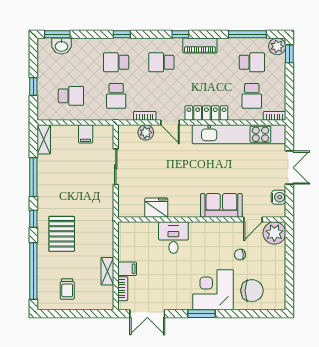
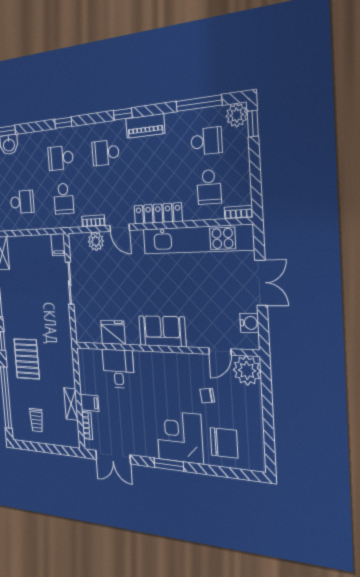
filing cabinet: (86, 134) -> (58, 245), moved
sofa: (221, 205) -> (162, 331), moved
desk: (173, 238) -> (118, 369), moved

